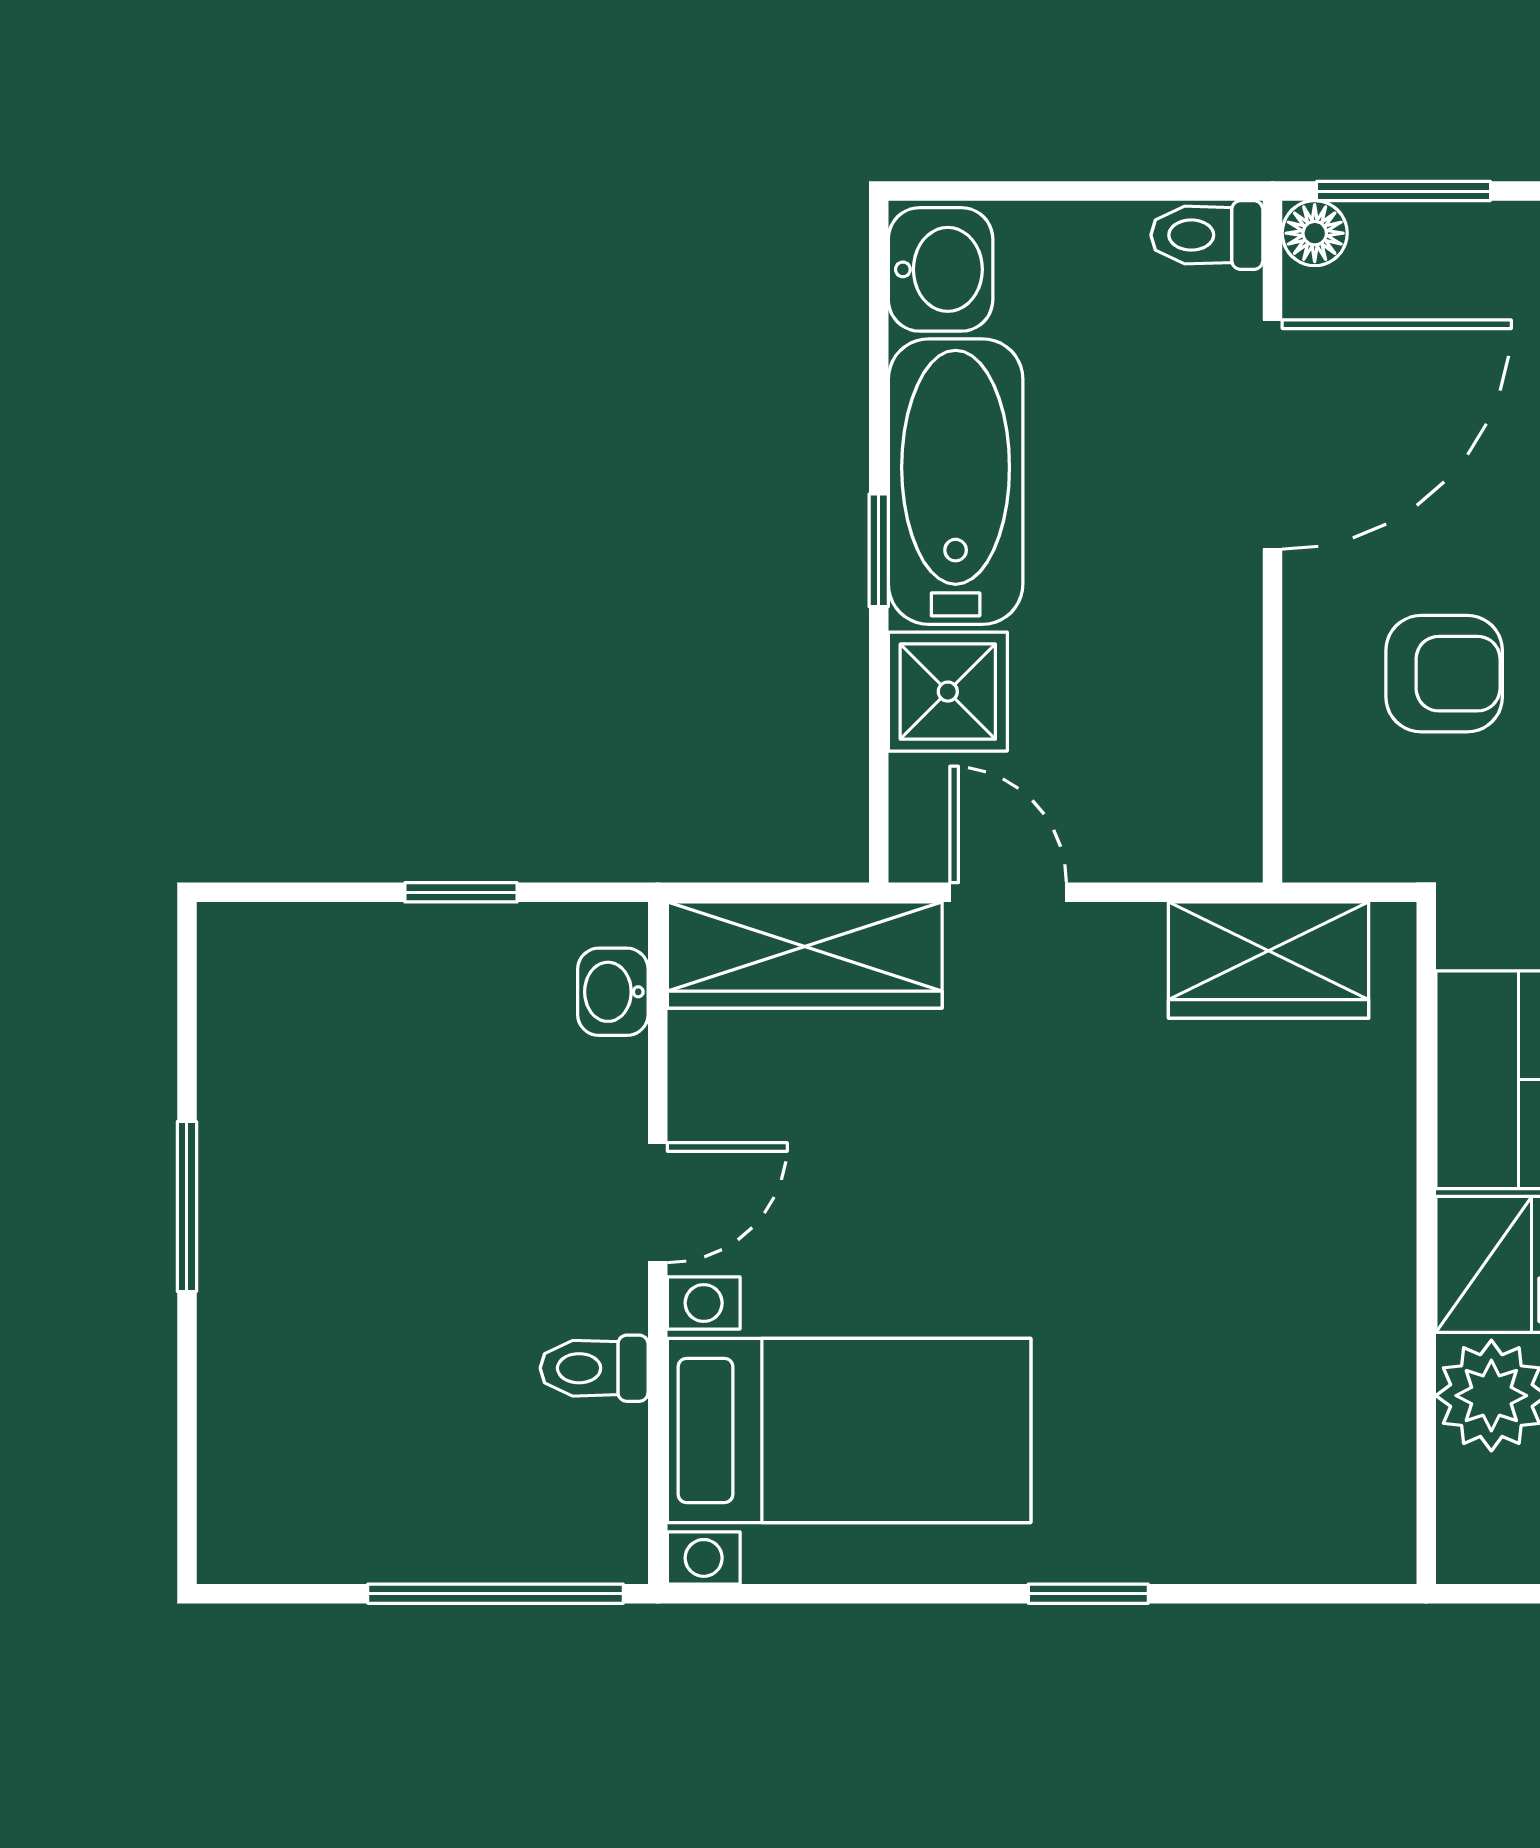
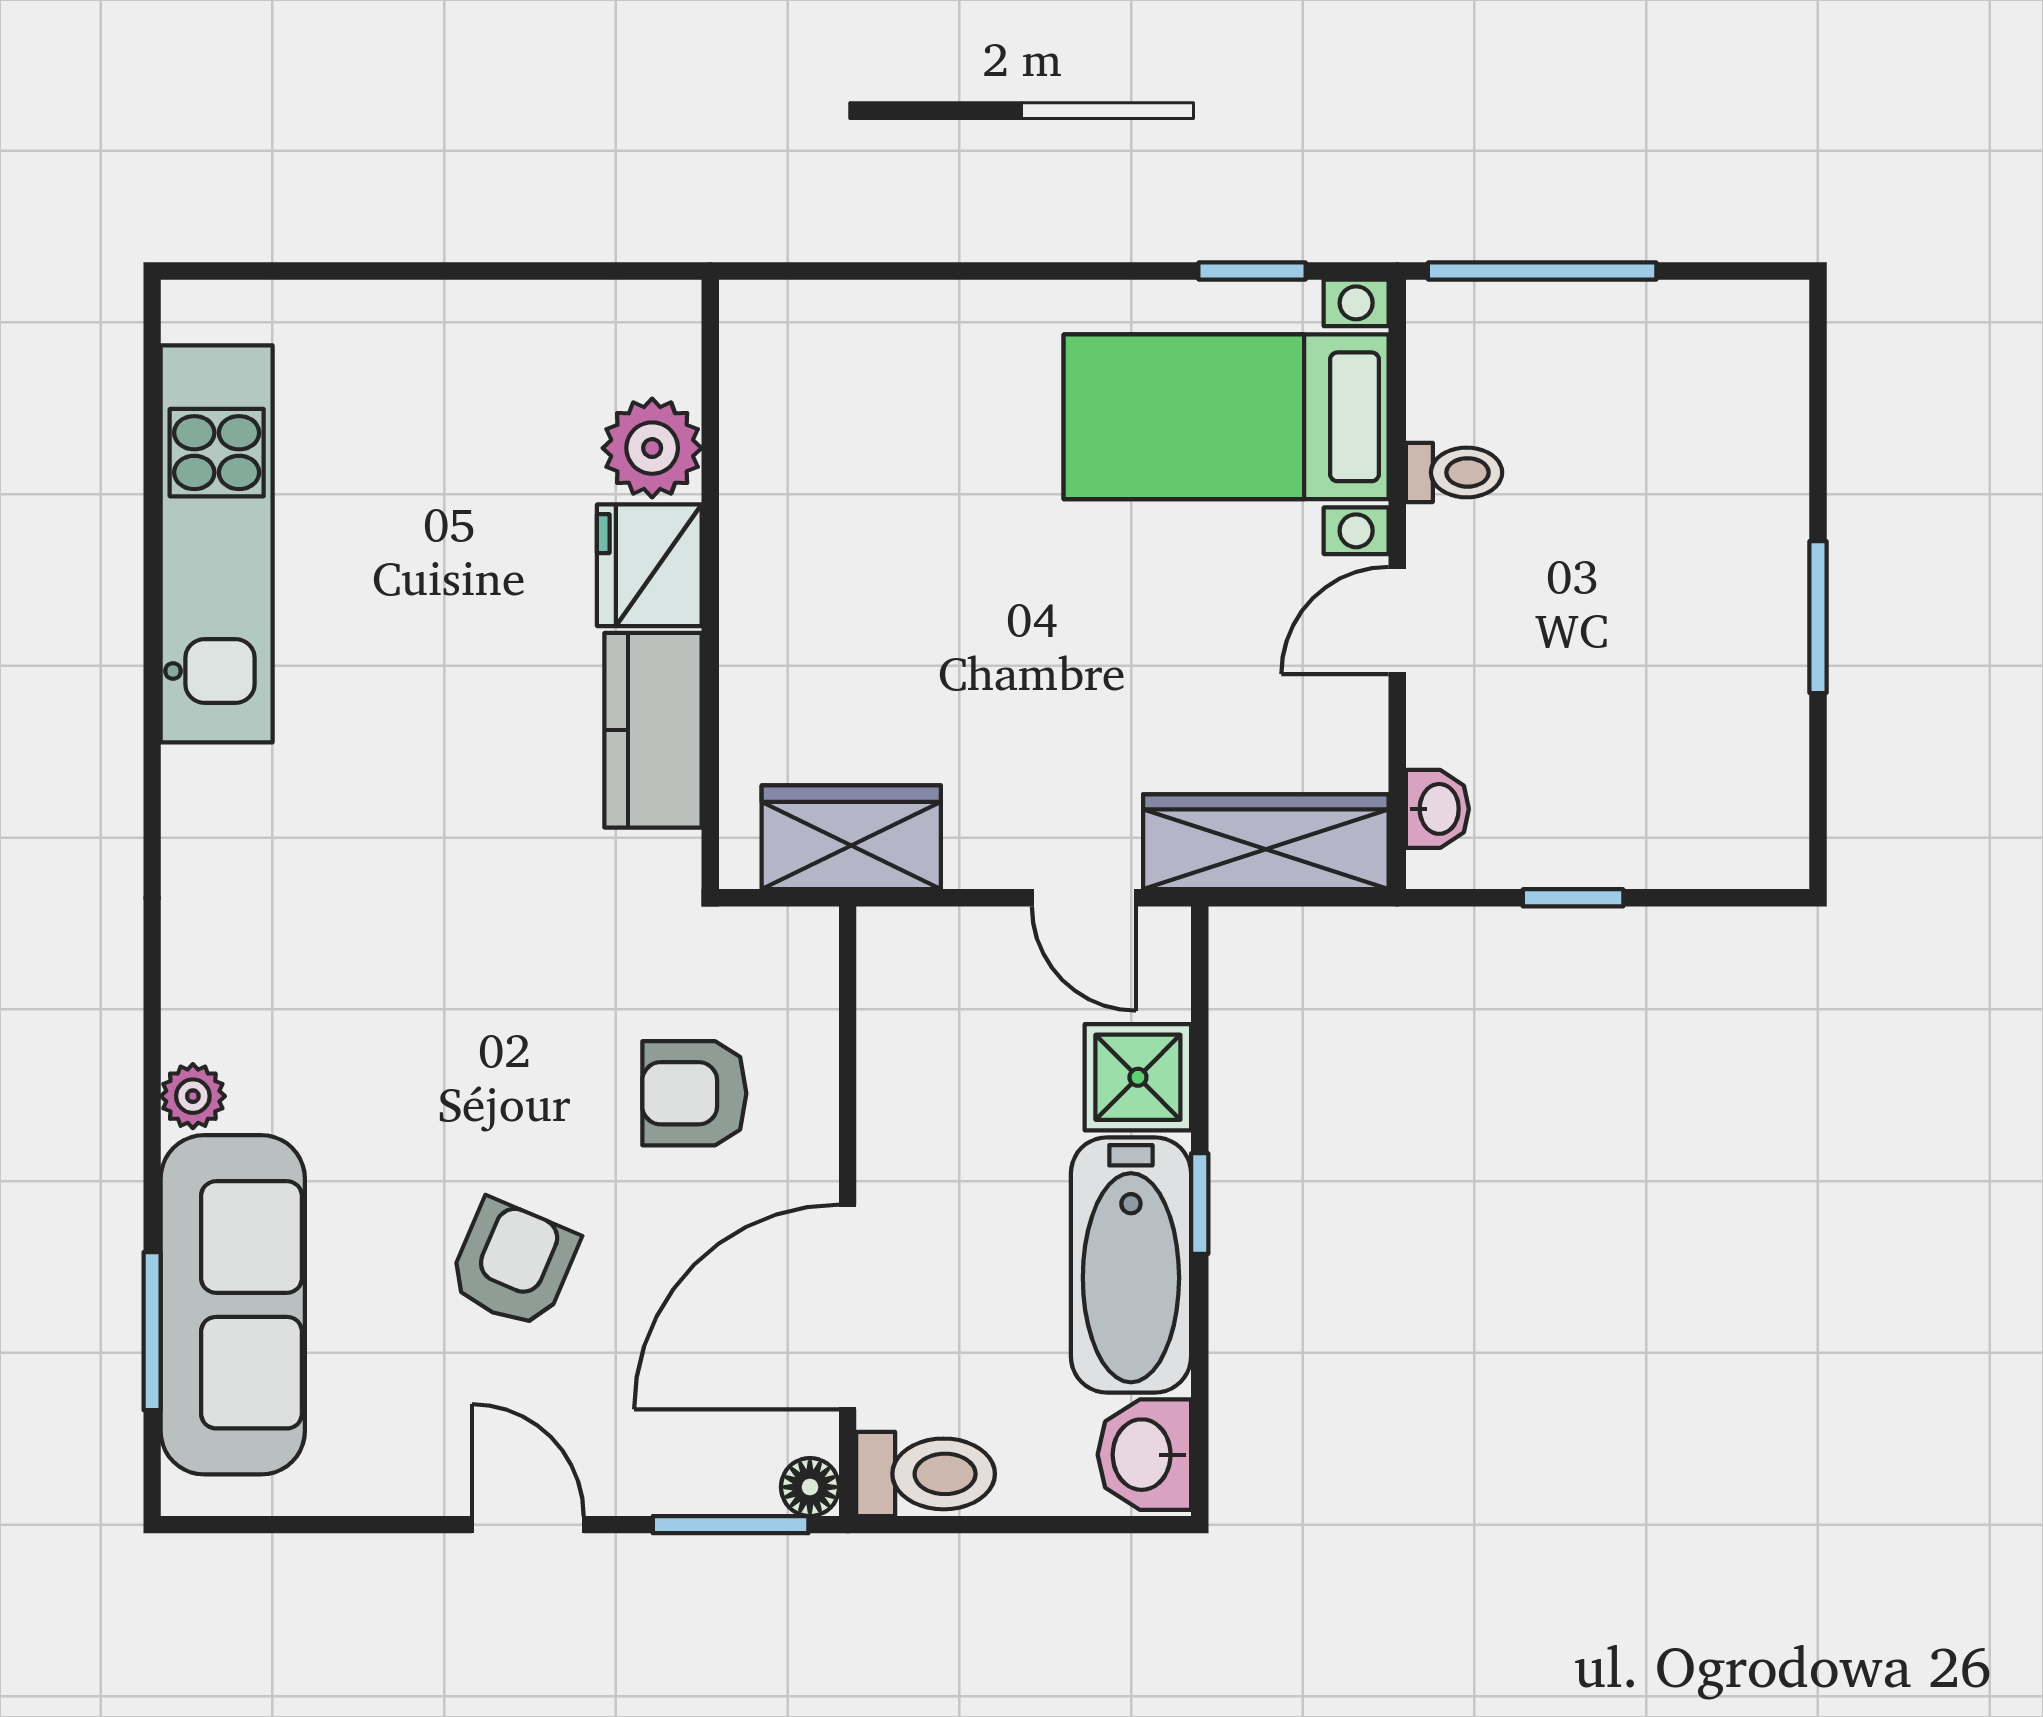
toilet: (1207, 235) -> (926, 1474), width x1.37, depth x1.39
window: (1088, 1594) -> (1252, 271), moved

